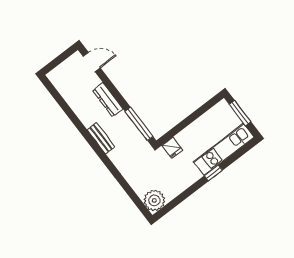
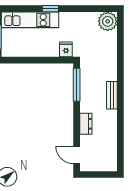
dresser: (108, 100) -> (86, 124), width x0.70

